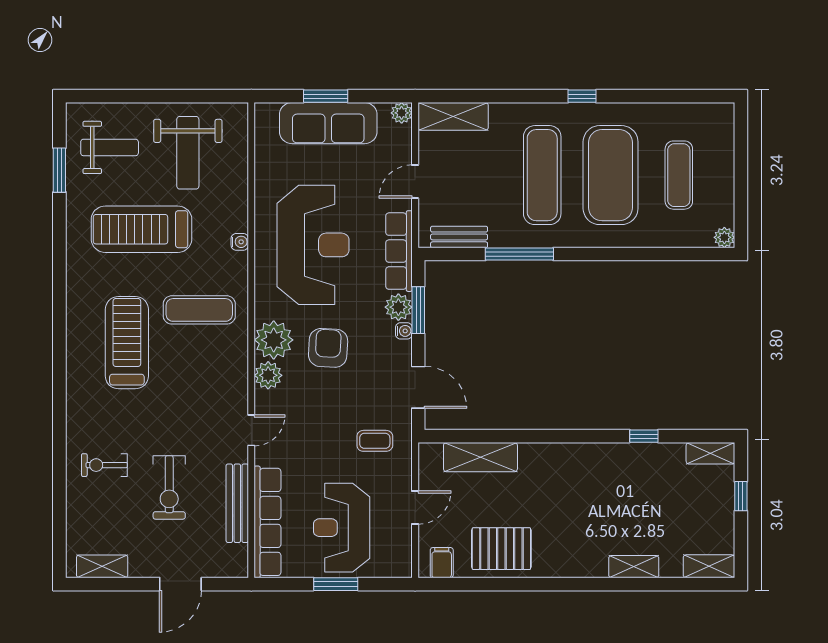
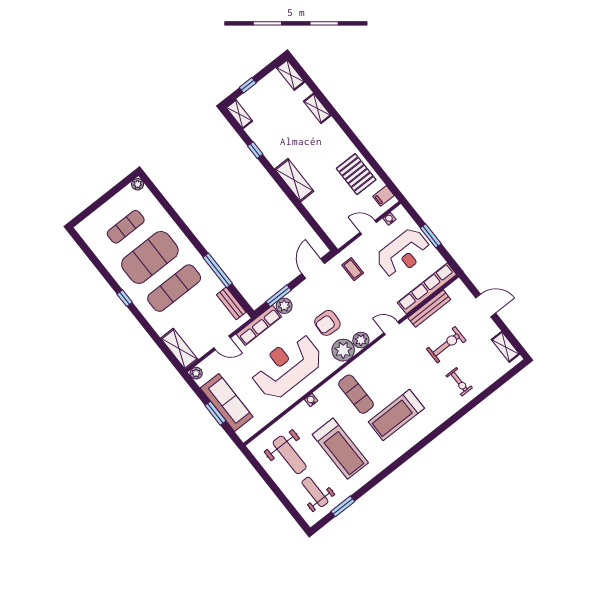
weight bench: (188, 153) -> (290, 455), turned 90
water cooler: (404, 331) -> (389, 219), moved
shelving: (480, 457) -> (294, 180), moved

